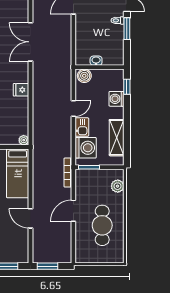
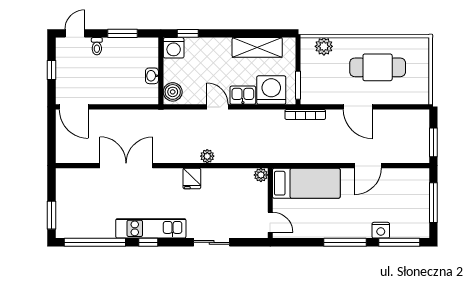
window: (127, 29) -> (122, 33), moved
double door: (30, 42) -> (126, 166), swing flipped
washing machine: (117, 99) -> (174, 48), moved
plant: (37, 101) -> (207, 156), added

